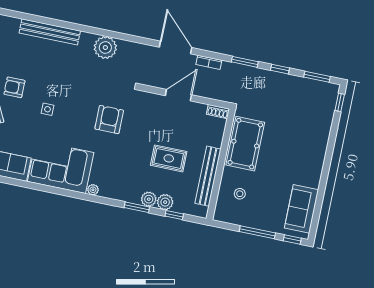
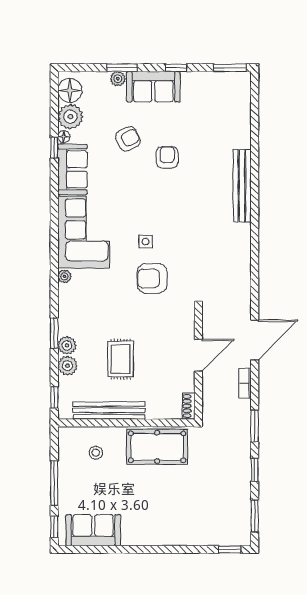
plant: (105, 48) -> (237, 256), removed
door: (178, 95) -> (198, 355), hinge flipped
side table: (47, 109) -> (145, 242), moved
armchair: (109, 120) -> (152, 278), turned 180
window: (174, 215) -> (54, 397), moved

